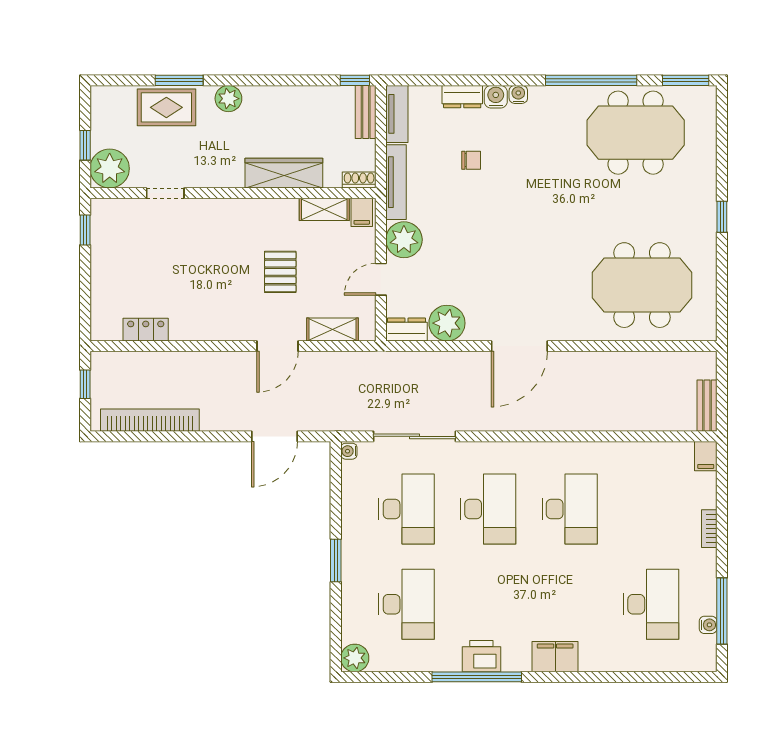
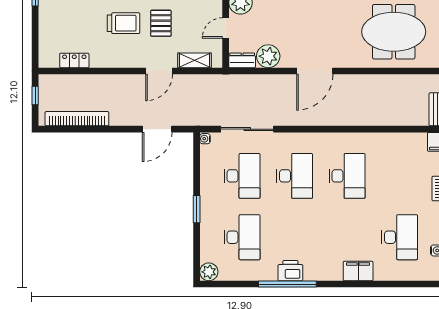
trolley: (222, 272) -> (124, 23), added
filing cabinet: (555, 657) -> (358, 271), moved

